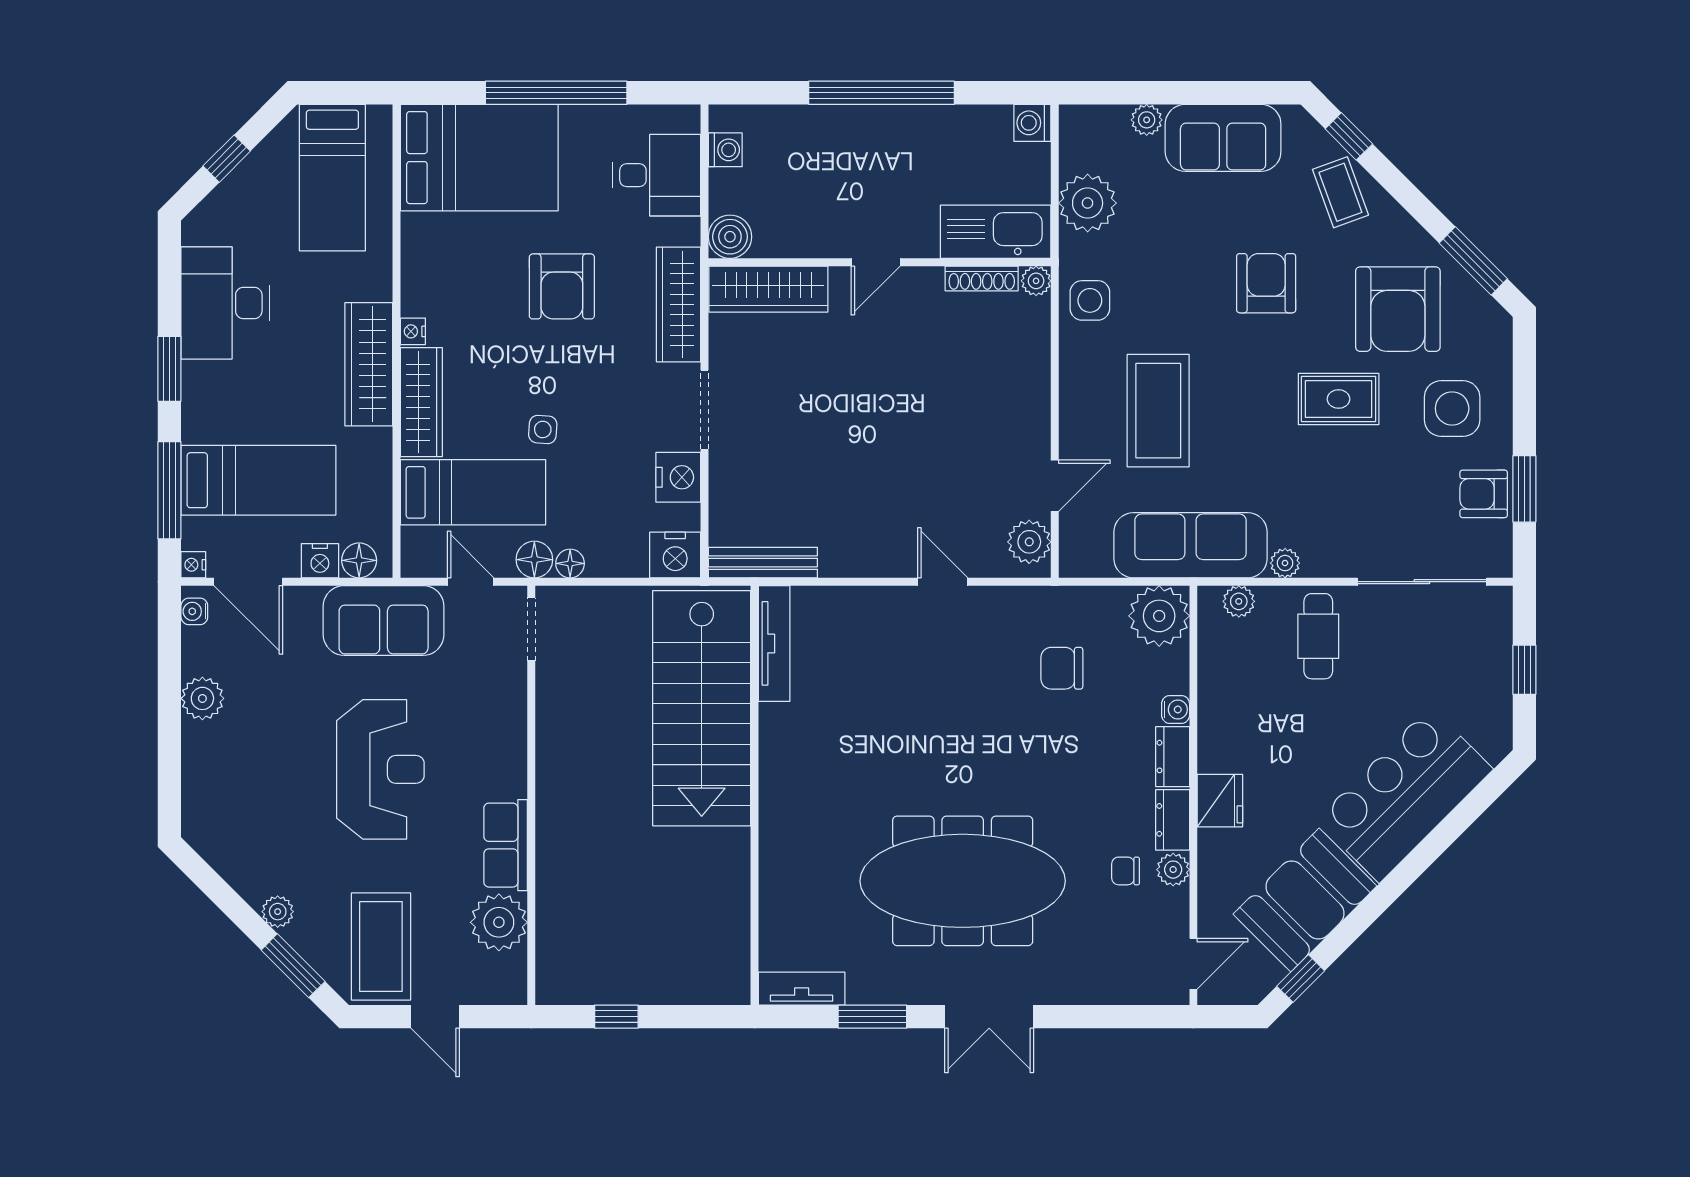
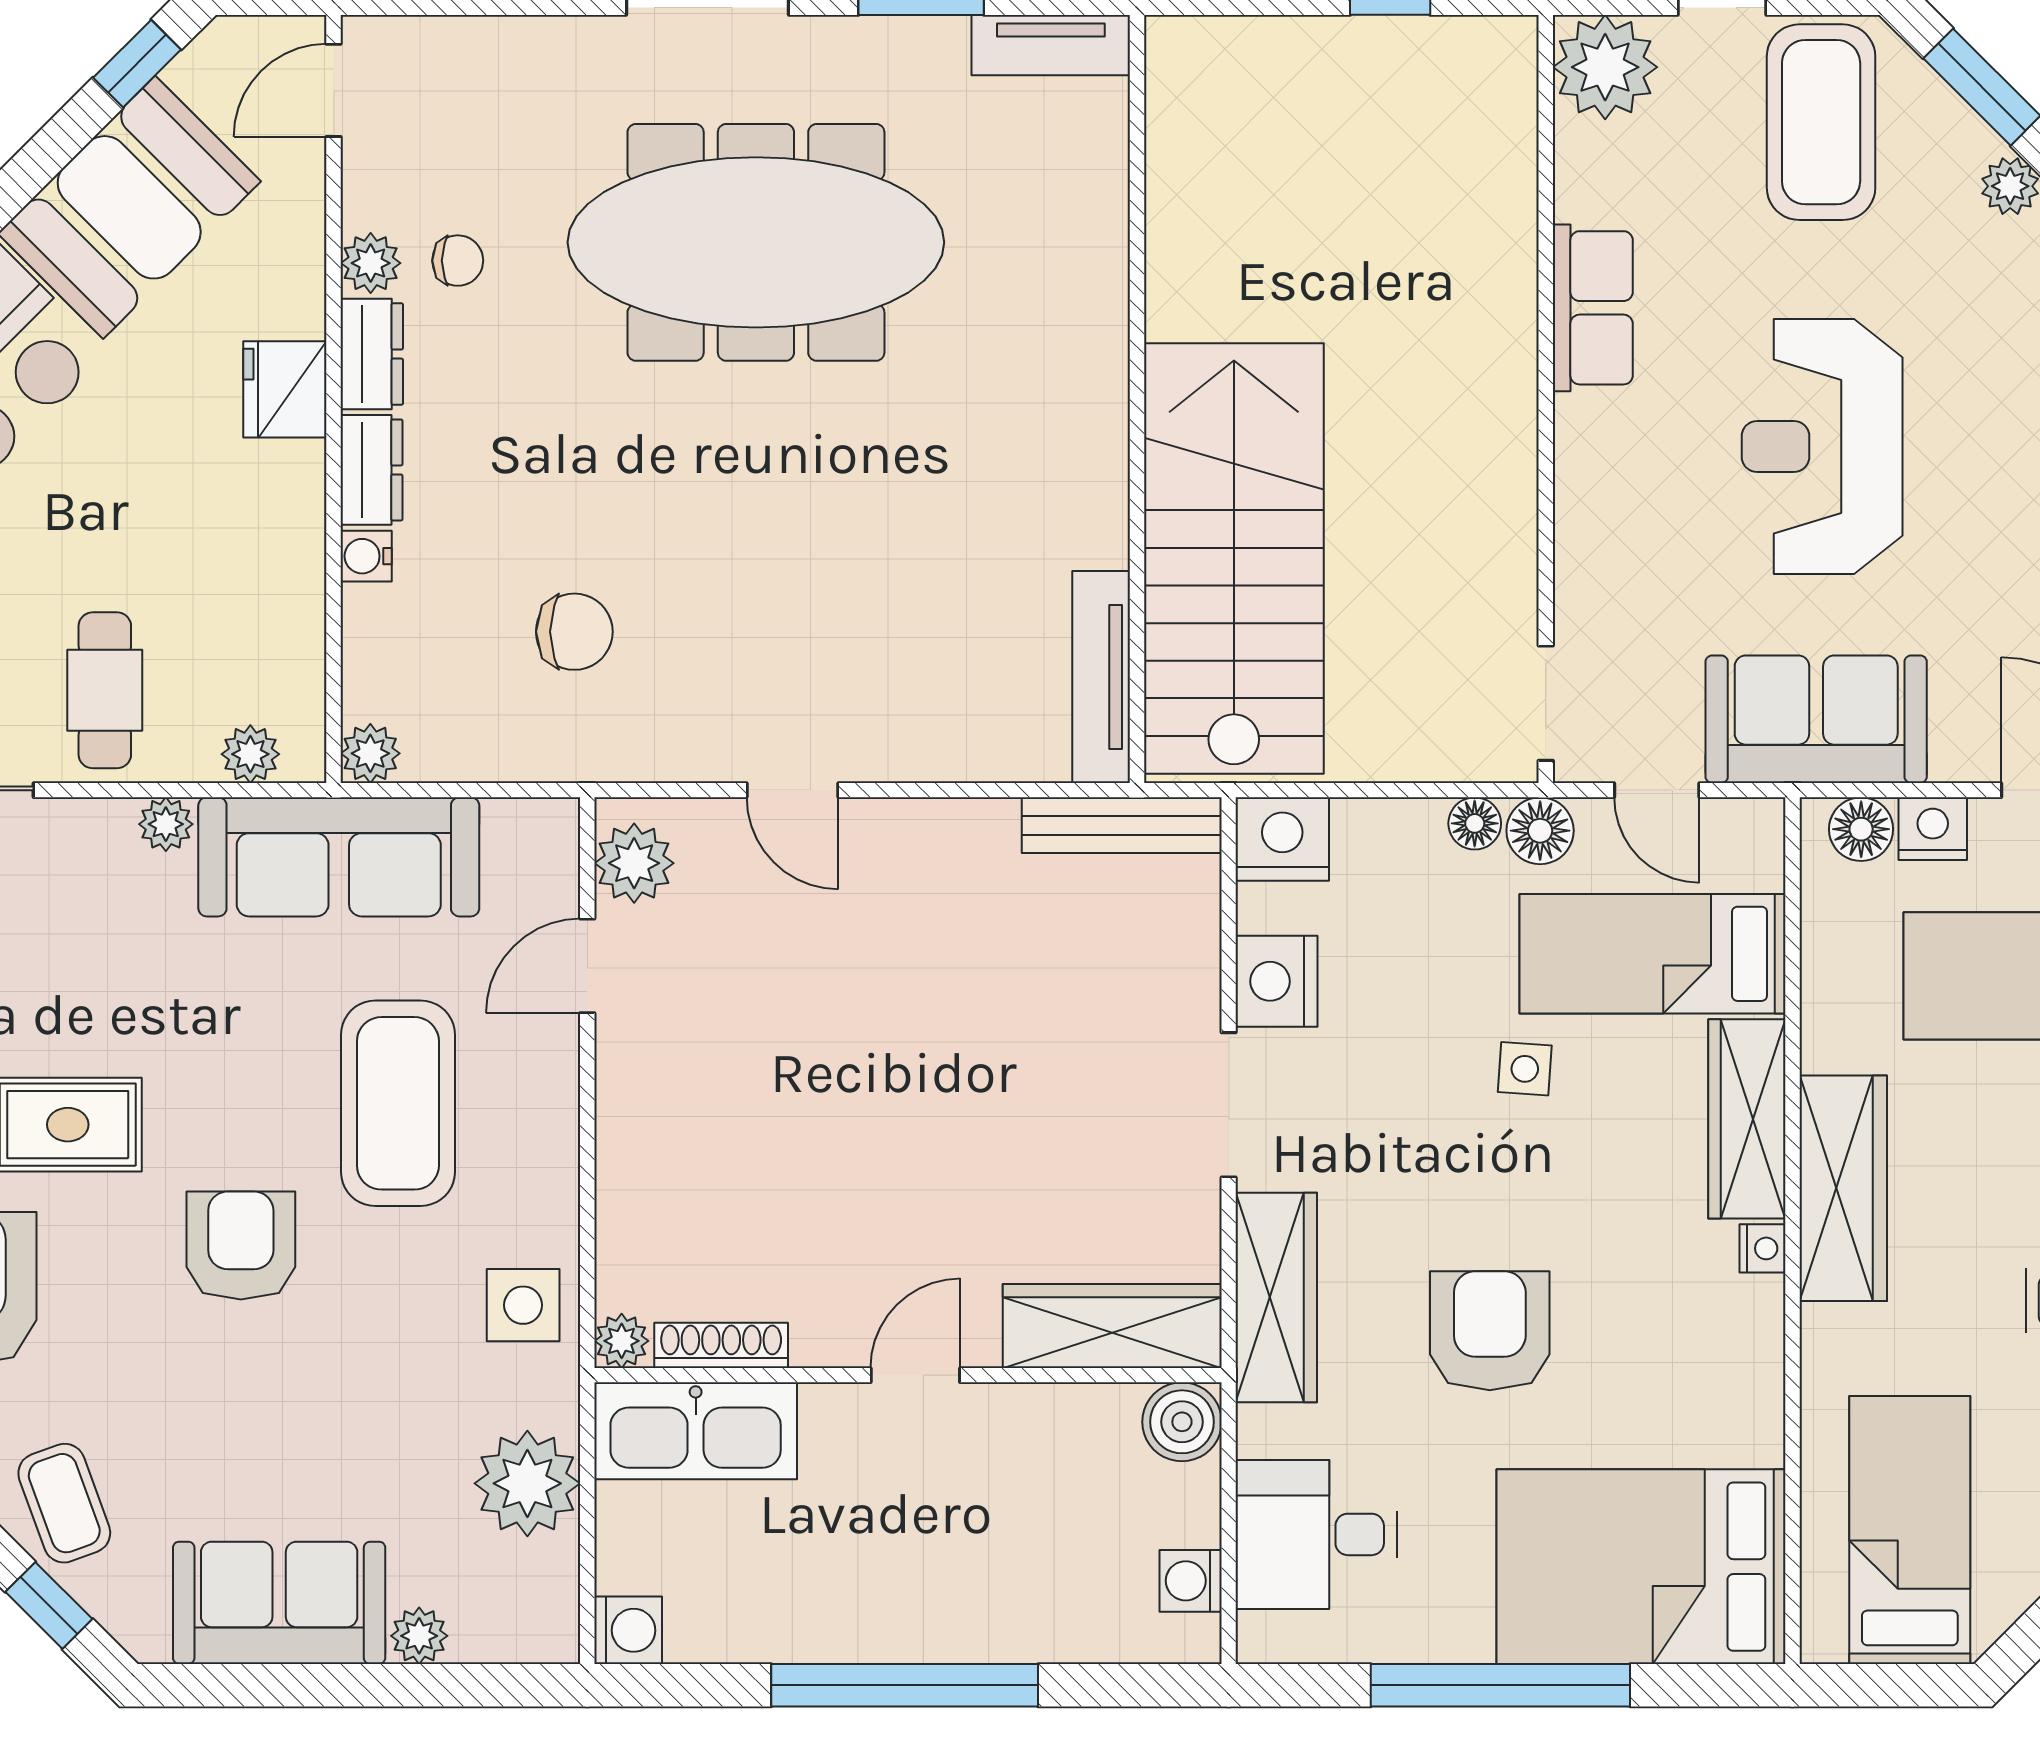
armchair: (1266, 283) -> (241, 1246), moved, turned 180
plant: (1159, 616) -> (370, 753), width x0.53, depth x0.53
plant: (499, 922) -> (1605, 67), moved

